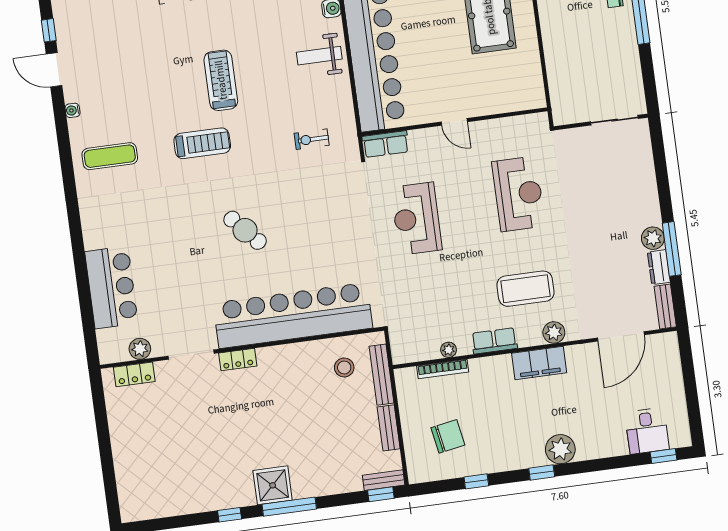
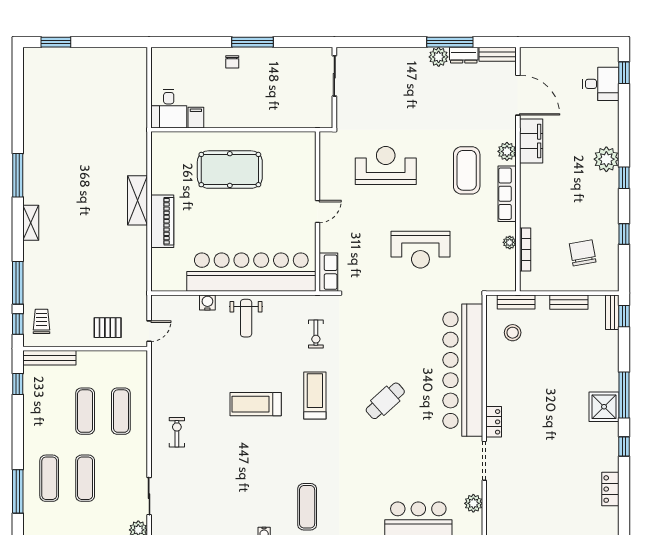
treadmill: (202, 143) -> (315, 395), moved
reception desk: (416, 219) -> (420, 250), moved
row of seats: (494, 341) -> (507, 194), width x1.48
filing cabinet: (539, 363) -> (531, 141), moved
locker: (134, 374) -> (610, 489), moved, turned 180
bench: (382, 375) -> (516, 302), width x0.73

